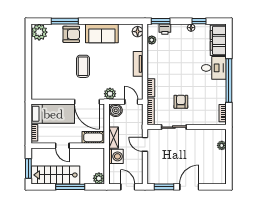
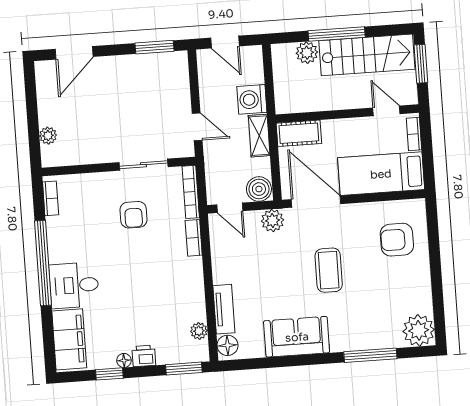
printer: (165, 29) -> (144, 356), moved
armchair: (71, 34) -> (397, 240), moved
tv unit: (138, 64) -> (224, 309), moved
door: (62, 146) -> (386, 111), moved
plant: (99, 178) -> (307, 53), moved
door: (189, 187) -> (74, 53), moved

